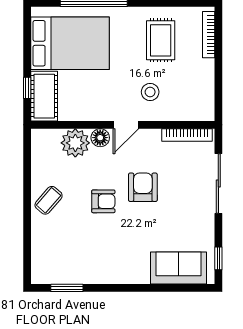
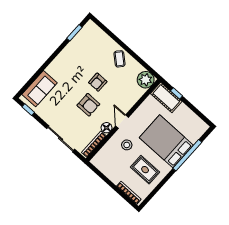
bed: (70, 43) -> (166, 141), moved, turned 90
floor lamp: (100, 138) -> (107, 128), moved
plant: (75, 143) -> (146, 80), moved

